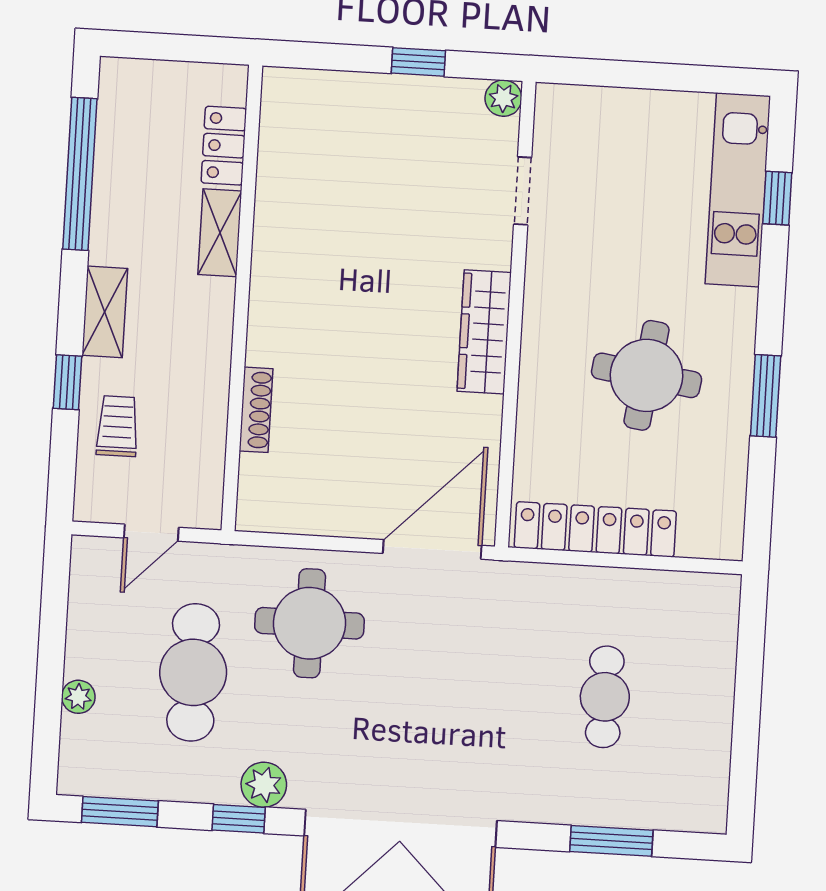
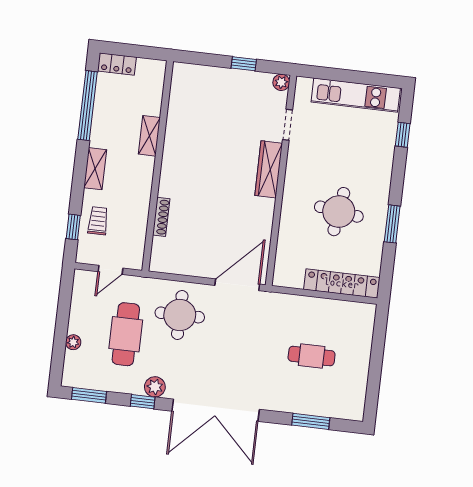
locker: (224, 146) -> (117, 64), moved, turned -90
kitchen unit: (738, 190) -> (356, 95), moved, turned -90
wardrobe: (484, 332) -> (269, 169), moved
window: (67, 382) -> (73, 227), moved
locker: (595, 529) -> (342, 283), moved
cafe table: (605, 697) -> (312, 356), turned 90

